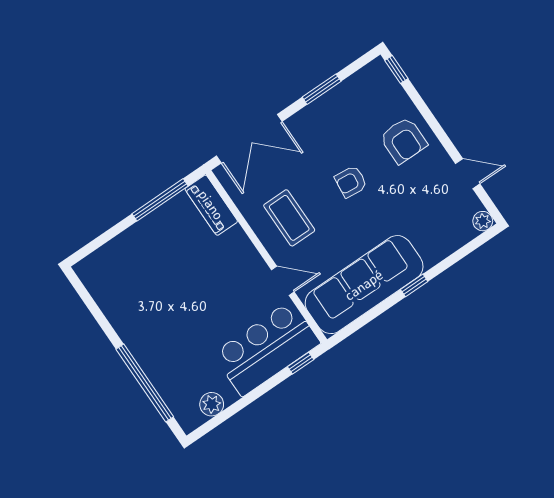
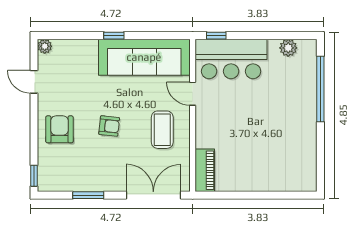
window: (160, 200) -> (234, 195), removed

